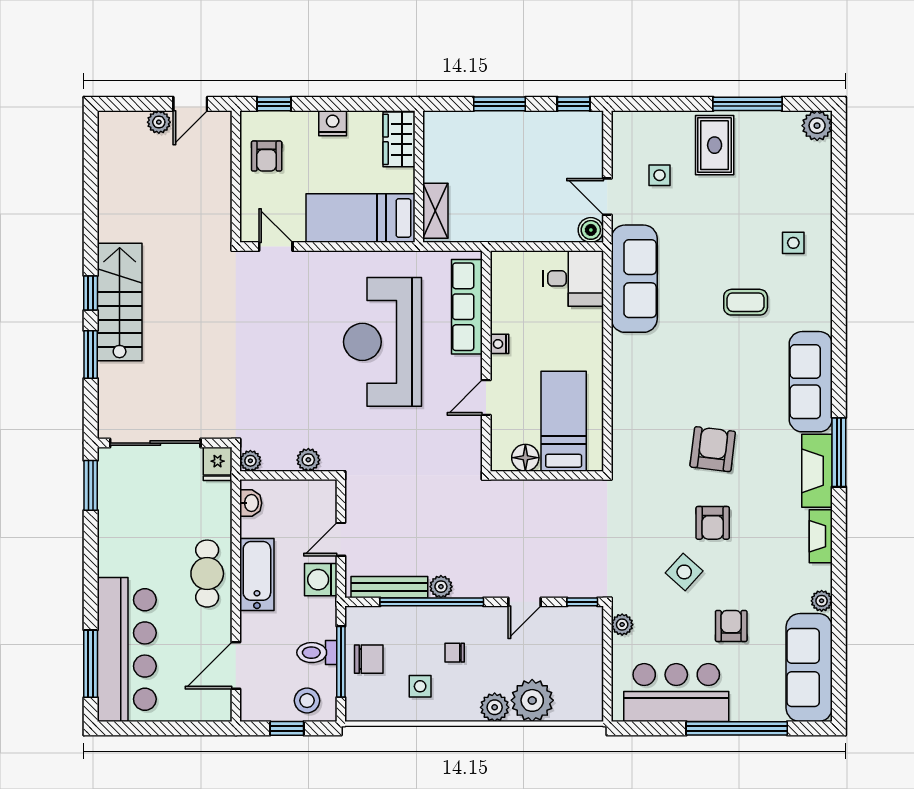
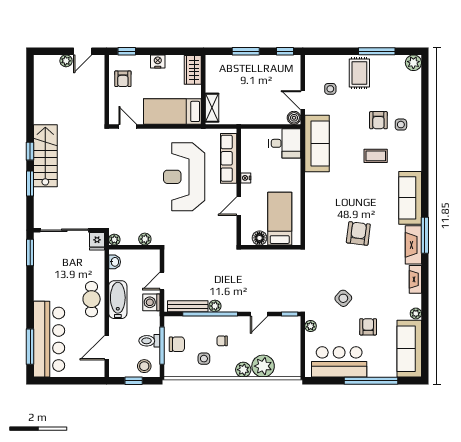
armchair: (713, 523) -> (378, 120), moved

